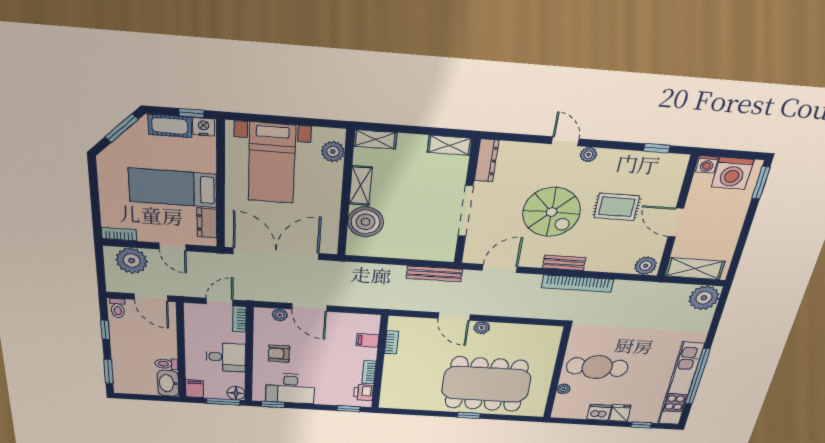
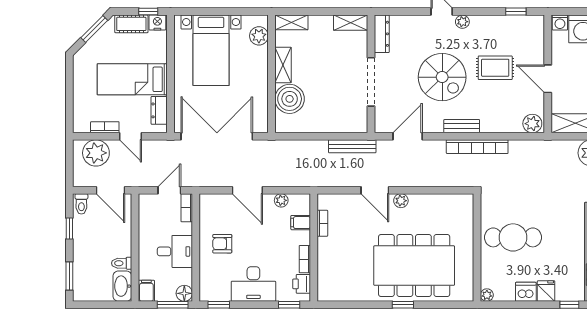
bookcase: (119, 234) -> (105, 127), moved
plant: (280, 315) -> (281, 200), moved
desk: (290, 388) -> (253, 284), moved
plant: (564, 389) -> (487, 295), moved

